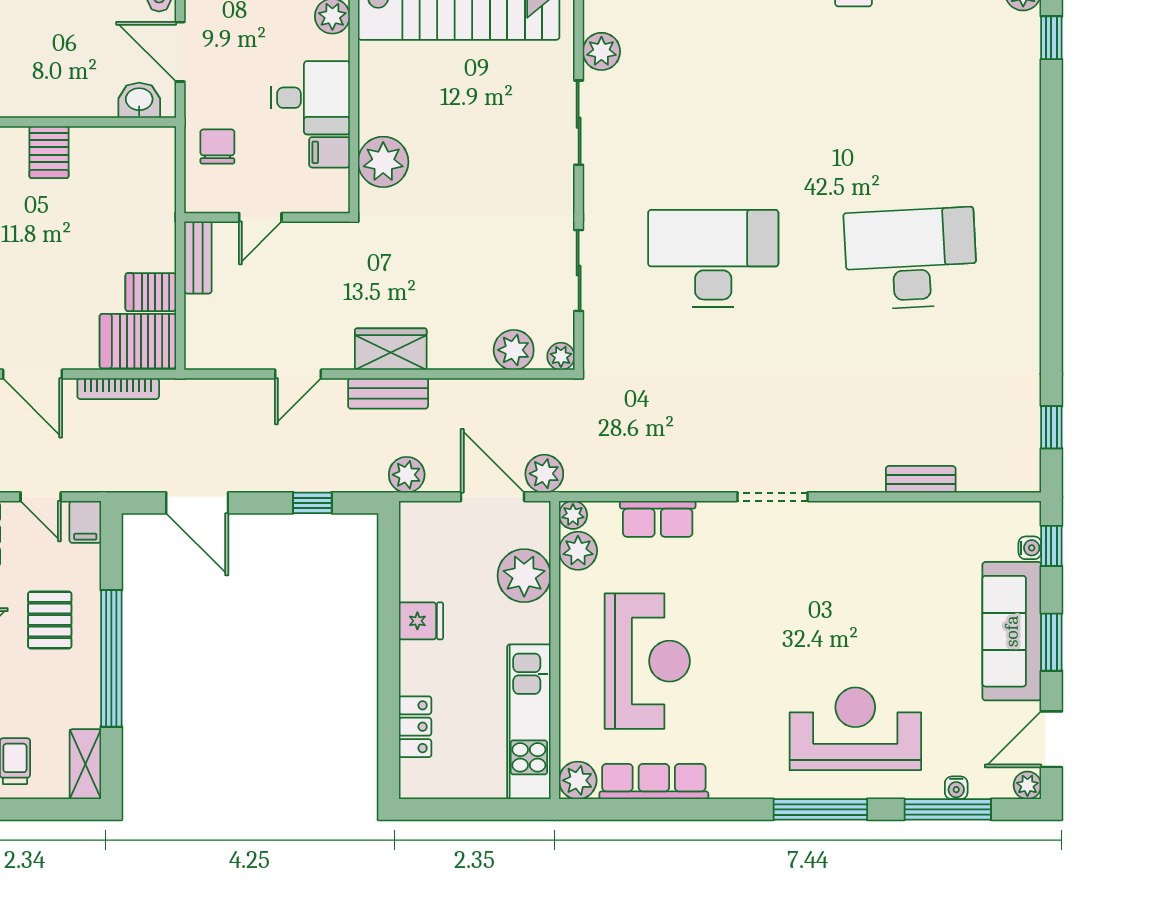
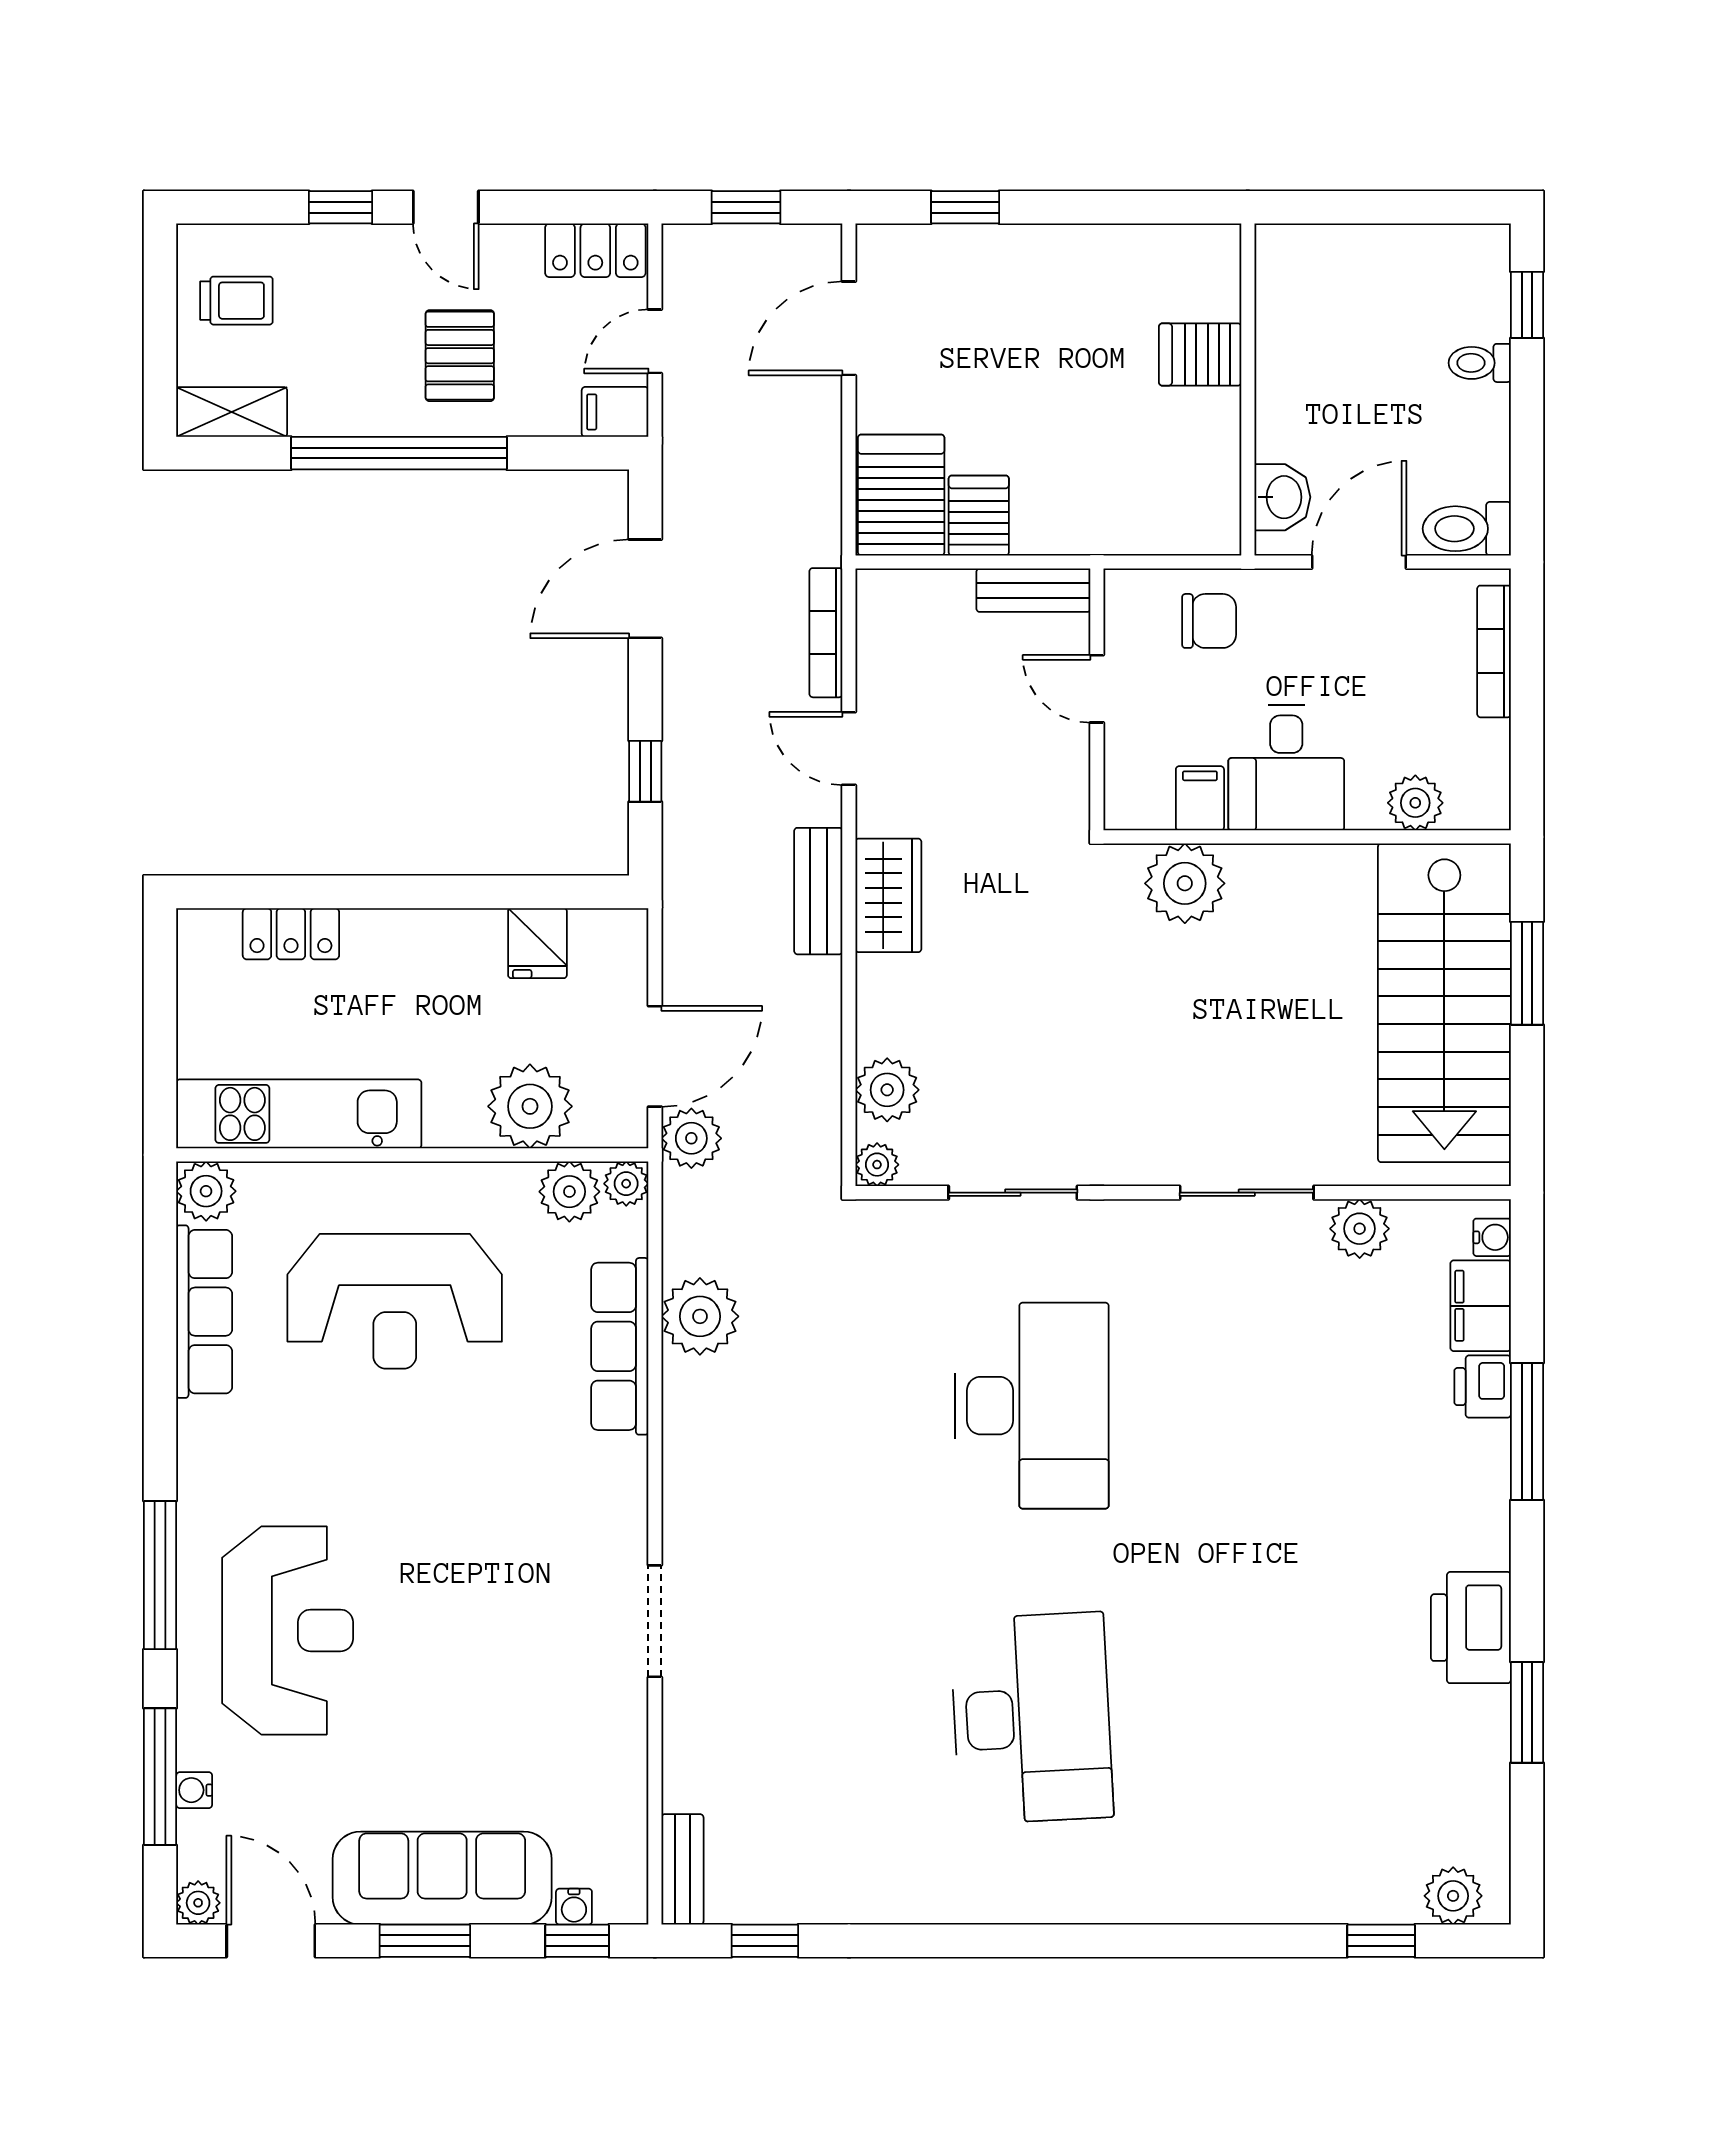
bookcase: (118, 389) -> (826, 633), moved
plant: (407, 475) -> (700, 1316), moved, width x1.36, depth x1.36
bench: (921, 479) -> (682, 1869), moved
doorway: (772, 497) -> (655, 1621), moved
row of seats: (658, 519) -> (620, 1346), width x1.48
pallet: (50, 620) -> (460, 356), turned 90
fridge: (421, 621) -> (537, 943), moved

